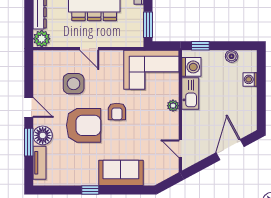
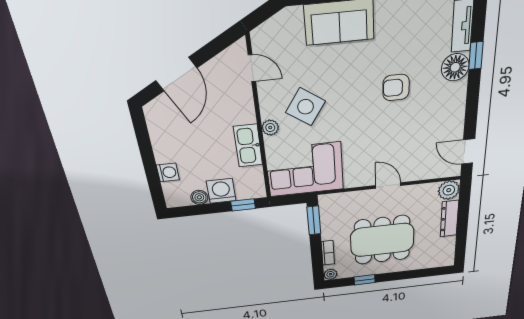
washing machine: (191, 67) -> (221, 191), moved, turned 90
side table: (74, 84) -> (306, 107), moved, turned 34
door: (29, 107) -> (468, 152), moved
armchair: (117, 112) -> (349, 111), removed
armchair: (84, 125) -> (396, 87), width x0.53, depth x0.53
window: (29, 142) -> (476, 56), width x0.67

